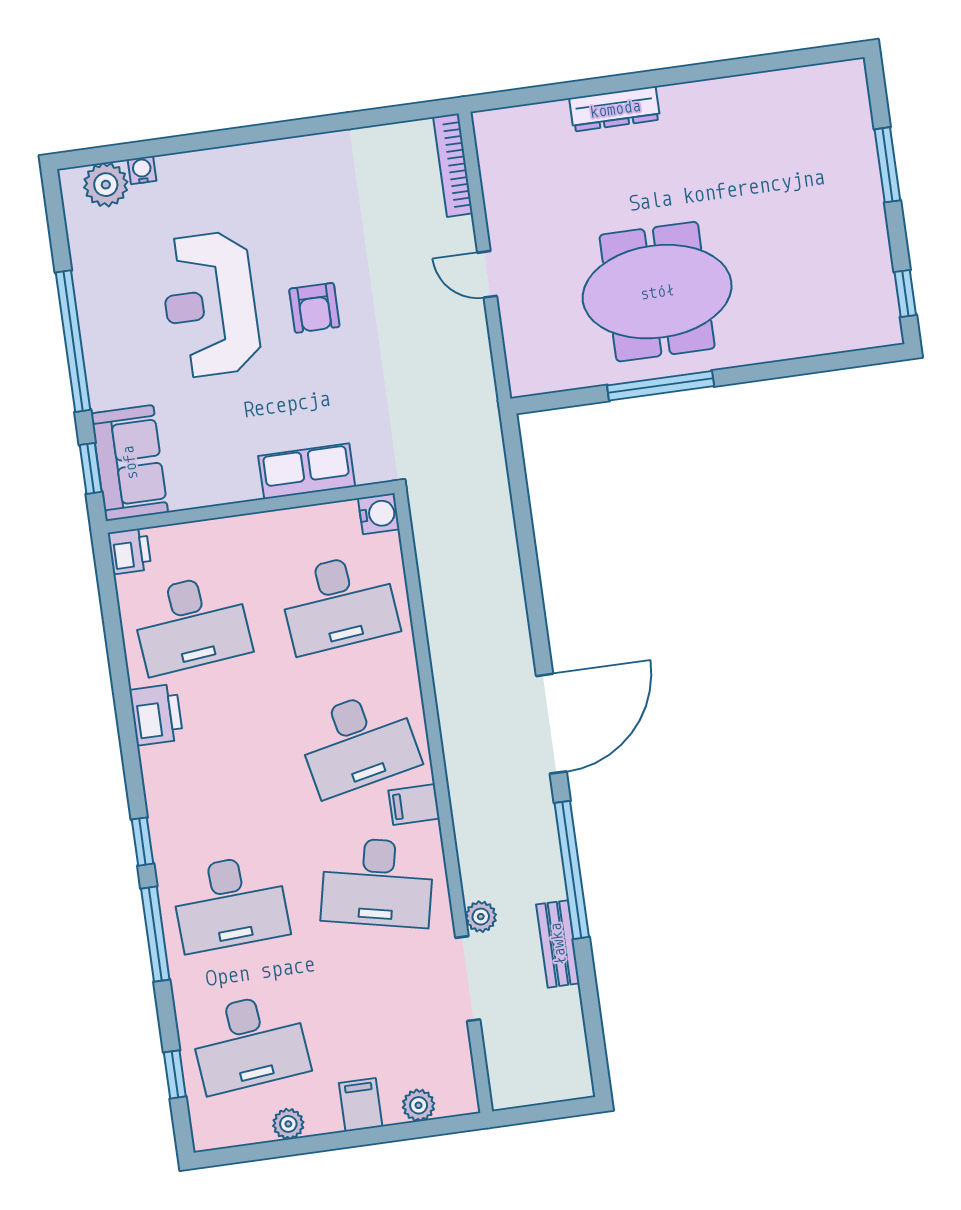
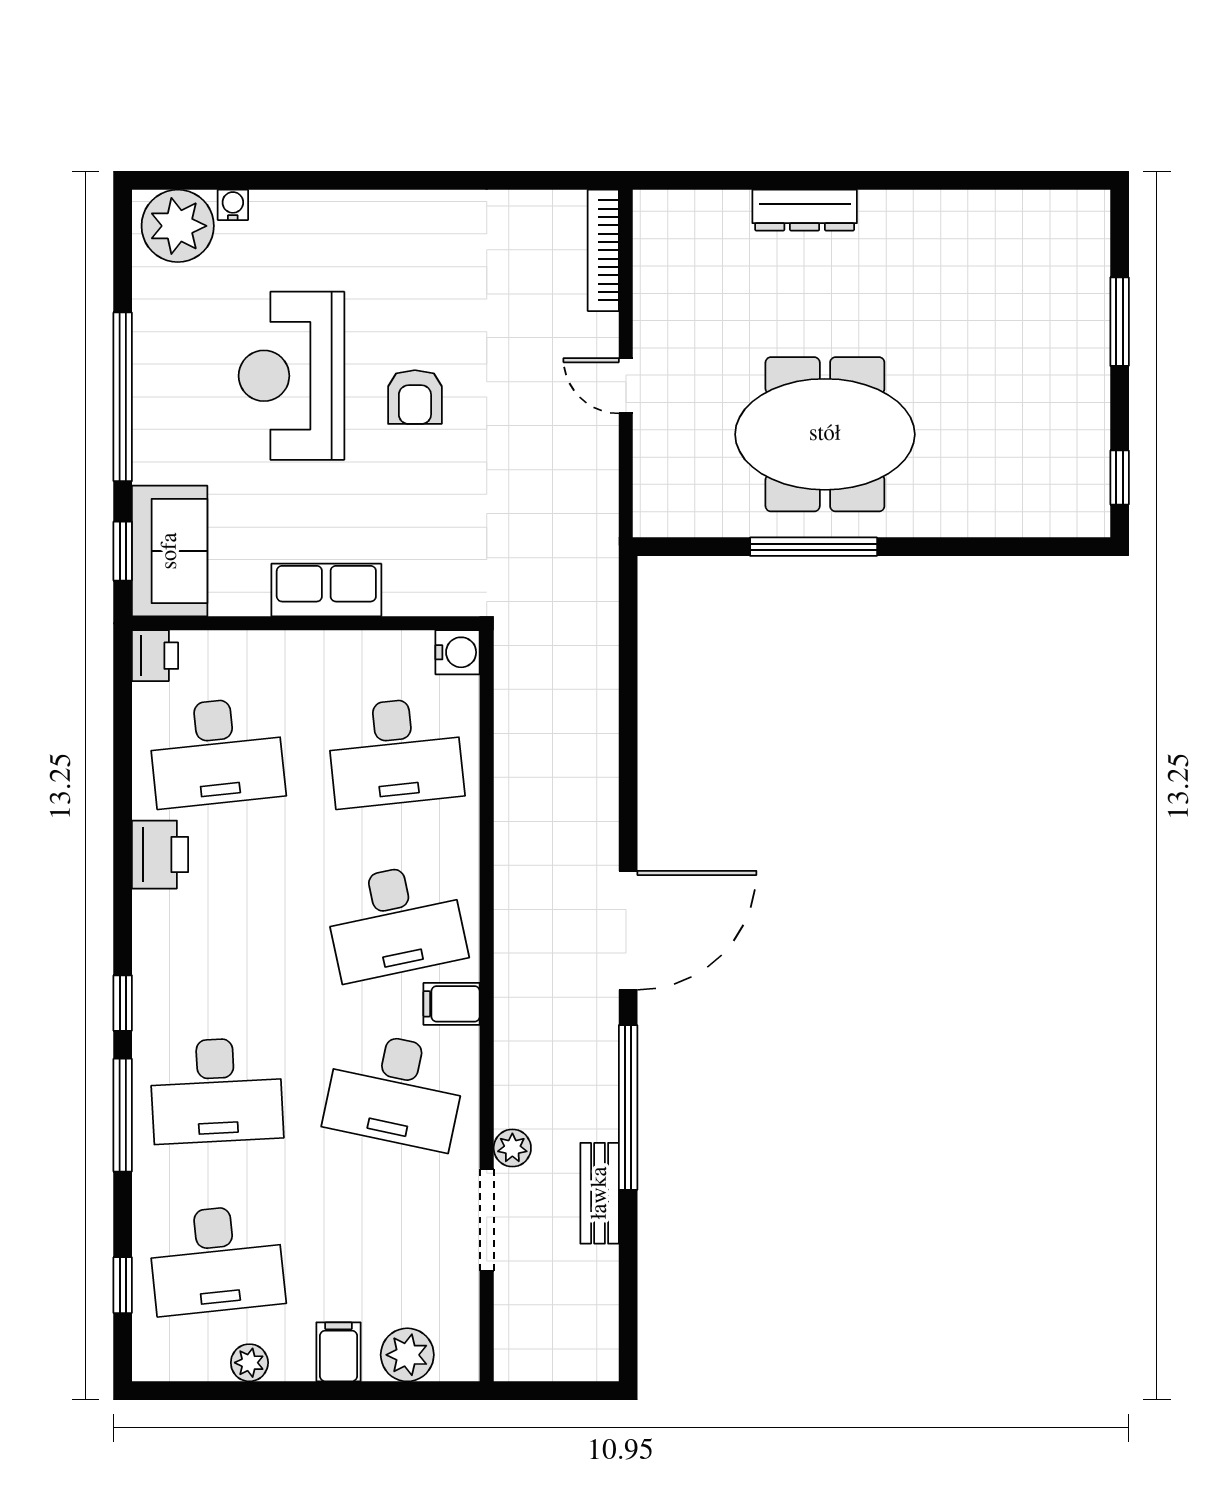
plant: (106, 185) -> (178, 226), width x1.36, depth x1.36
row of seats: (307, 471) -> (326, 590), moved
plant: (419, 1105) -> (407, 1355), width x1.38, depth x1.38

